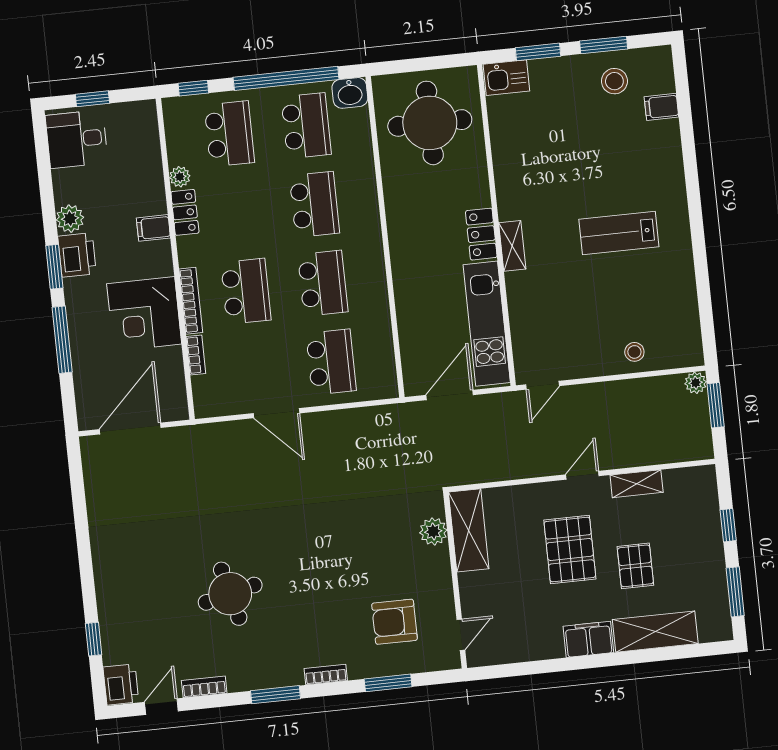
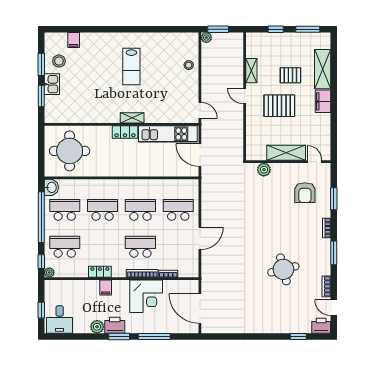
kitchen sink: (506, 78) -> (52, 84), moved
plant: (180, 177) -> (49, 272), moved
shelving: (469, 530) -> (286, 153), moved

